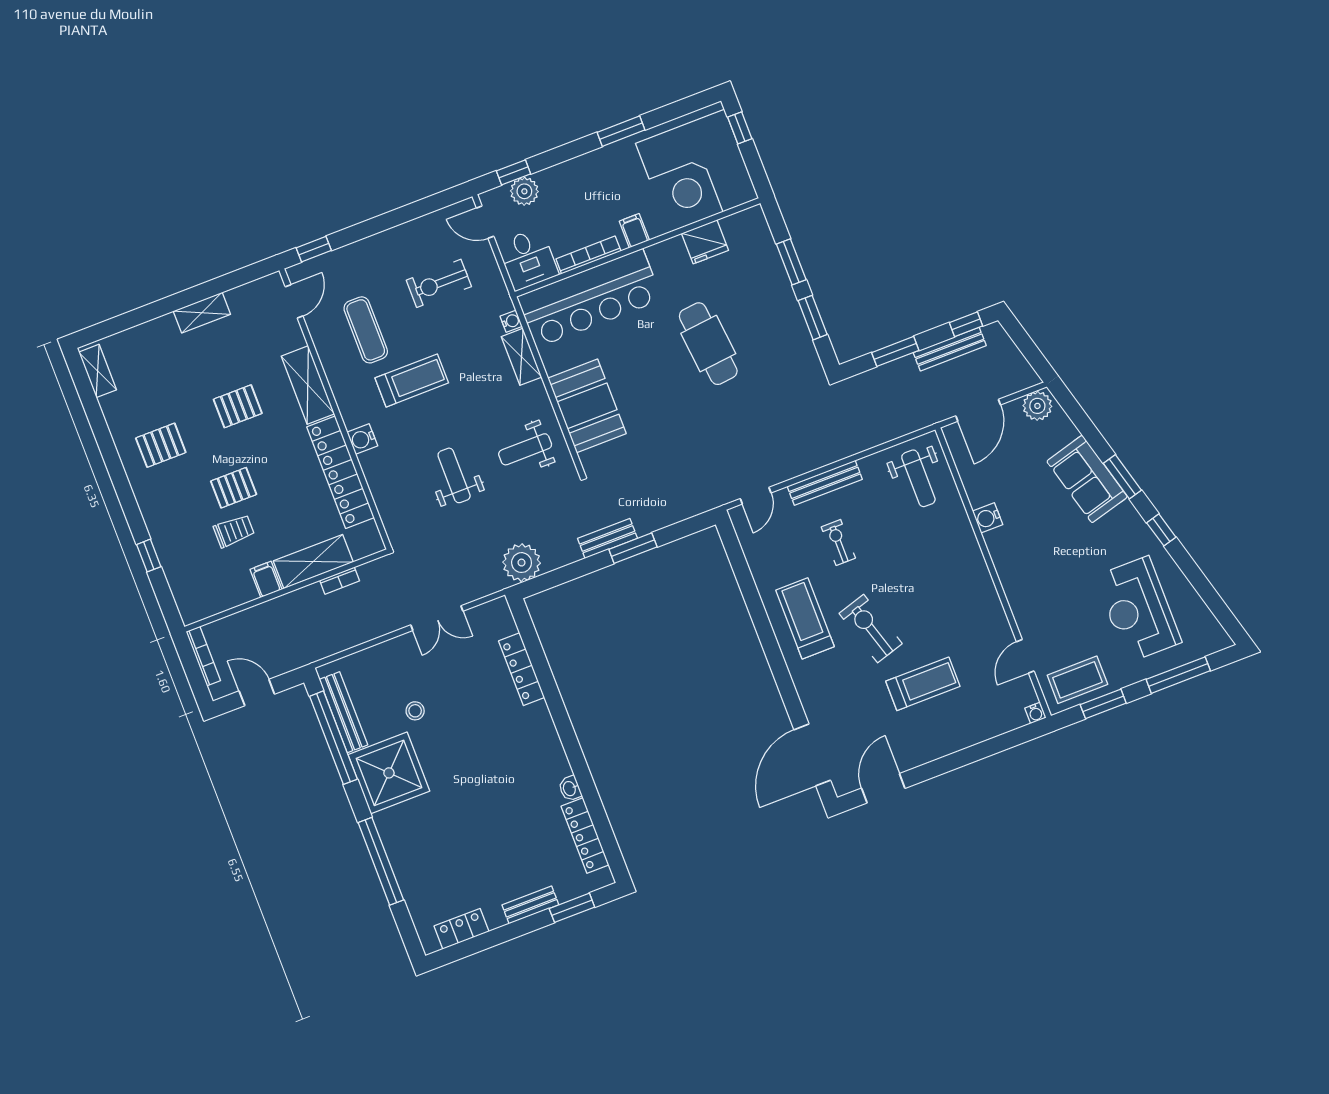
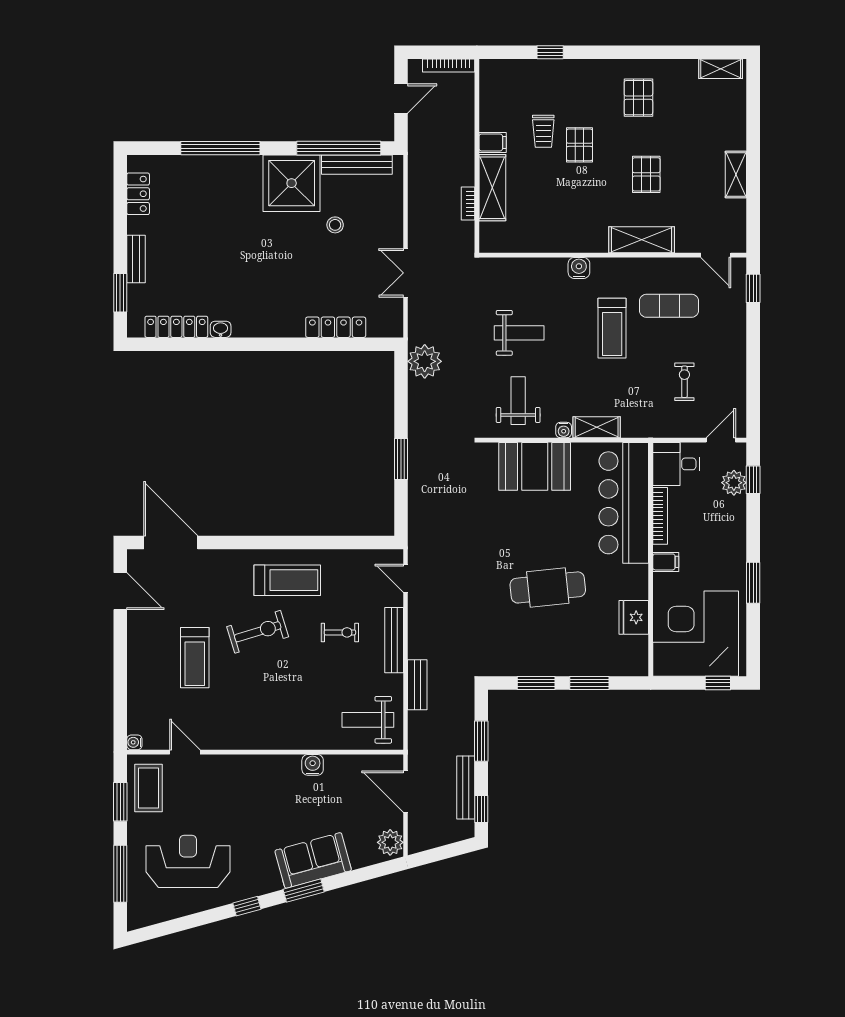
exercise bike: (439, 283) -> (684, 382), width x0.73, depth x0.72
water cooler: (511, 321) -> (564, 430), moved
locker: (340, 472) -> (558, 239), removed
bench: (607, 538) -> (417, 685), moved

